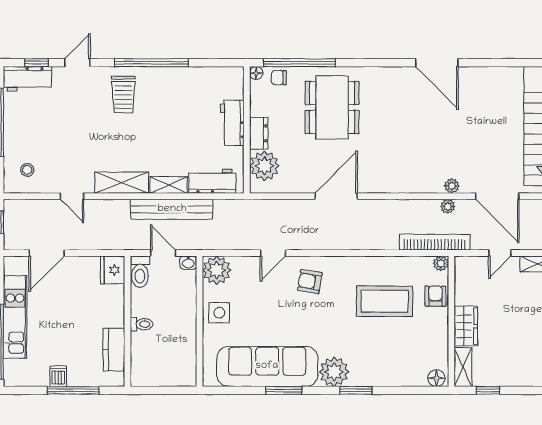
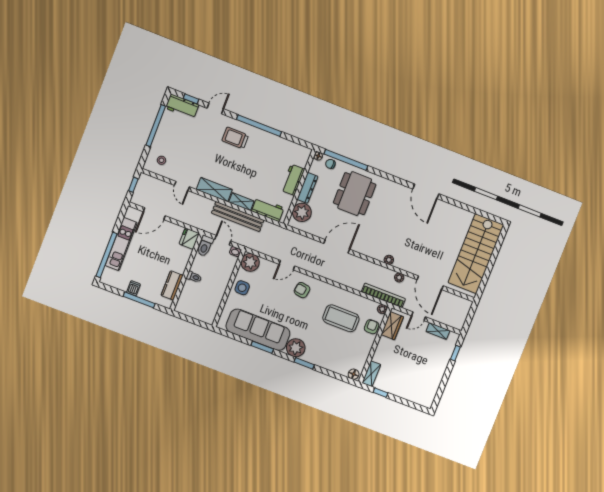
trolley: (123, 94) -> (235, 138), turned 90
dresser: (259, 133) -> (308, 188), width x1.44
plant: (452, 186) -> (389, 260), moved
wardrobe: (466, 326) -> (392, 326), moved

